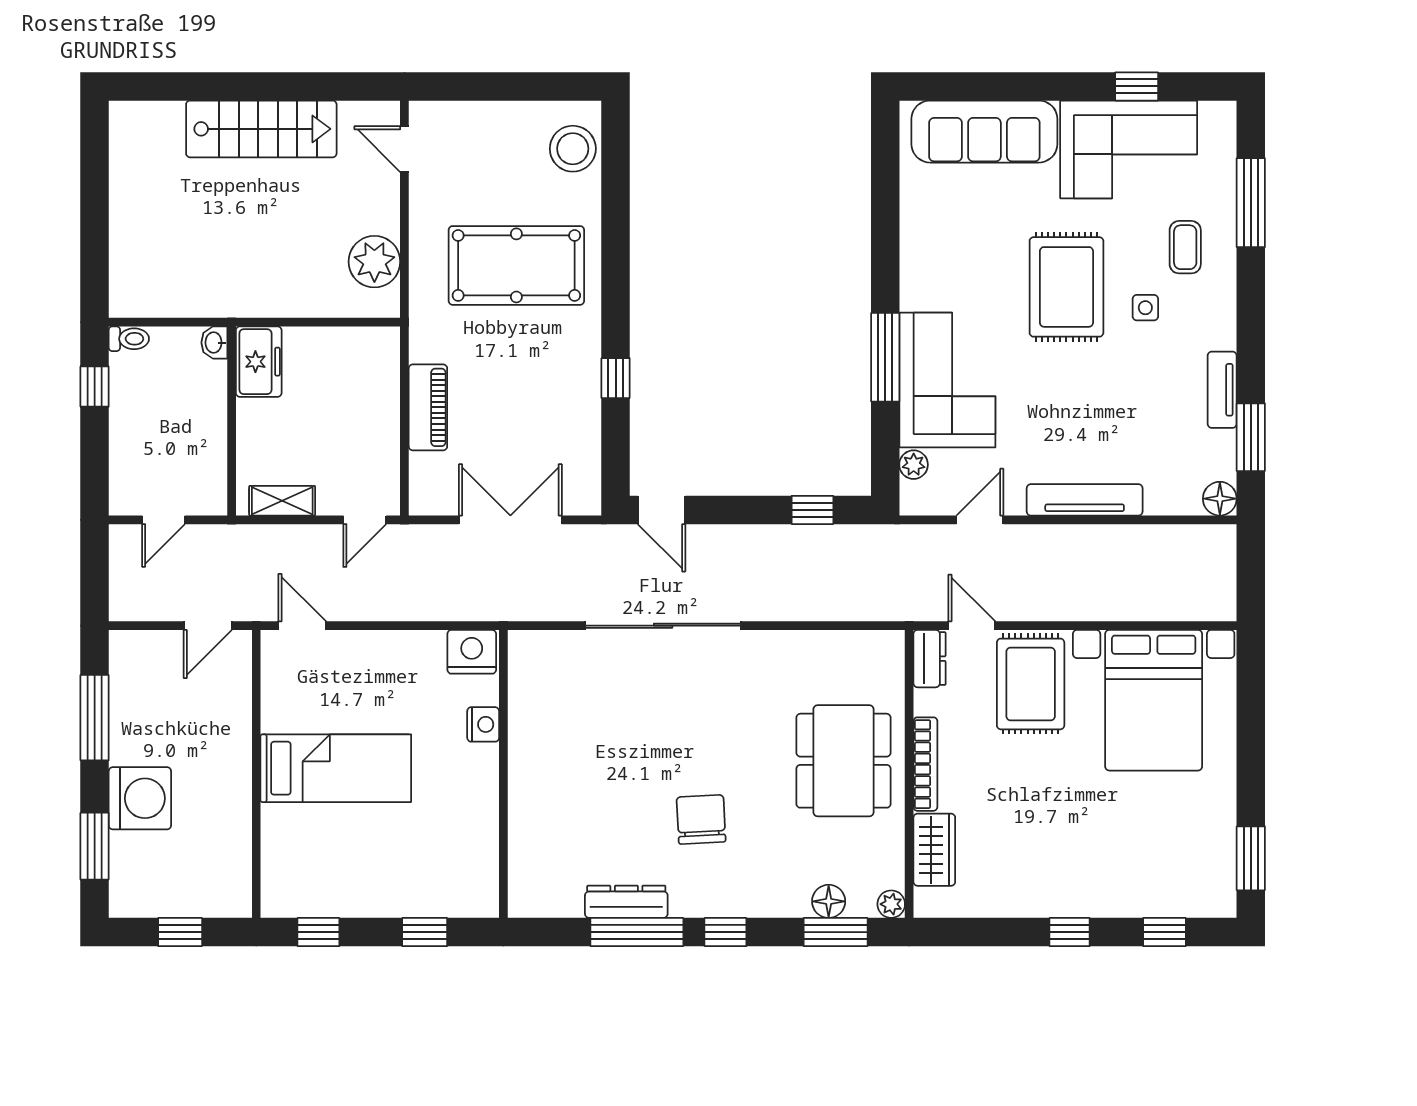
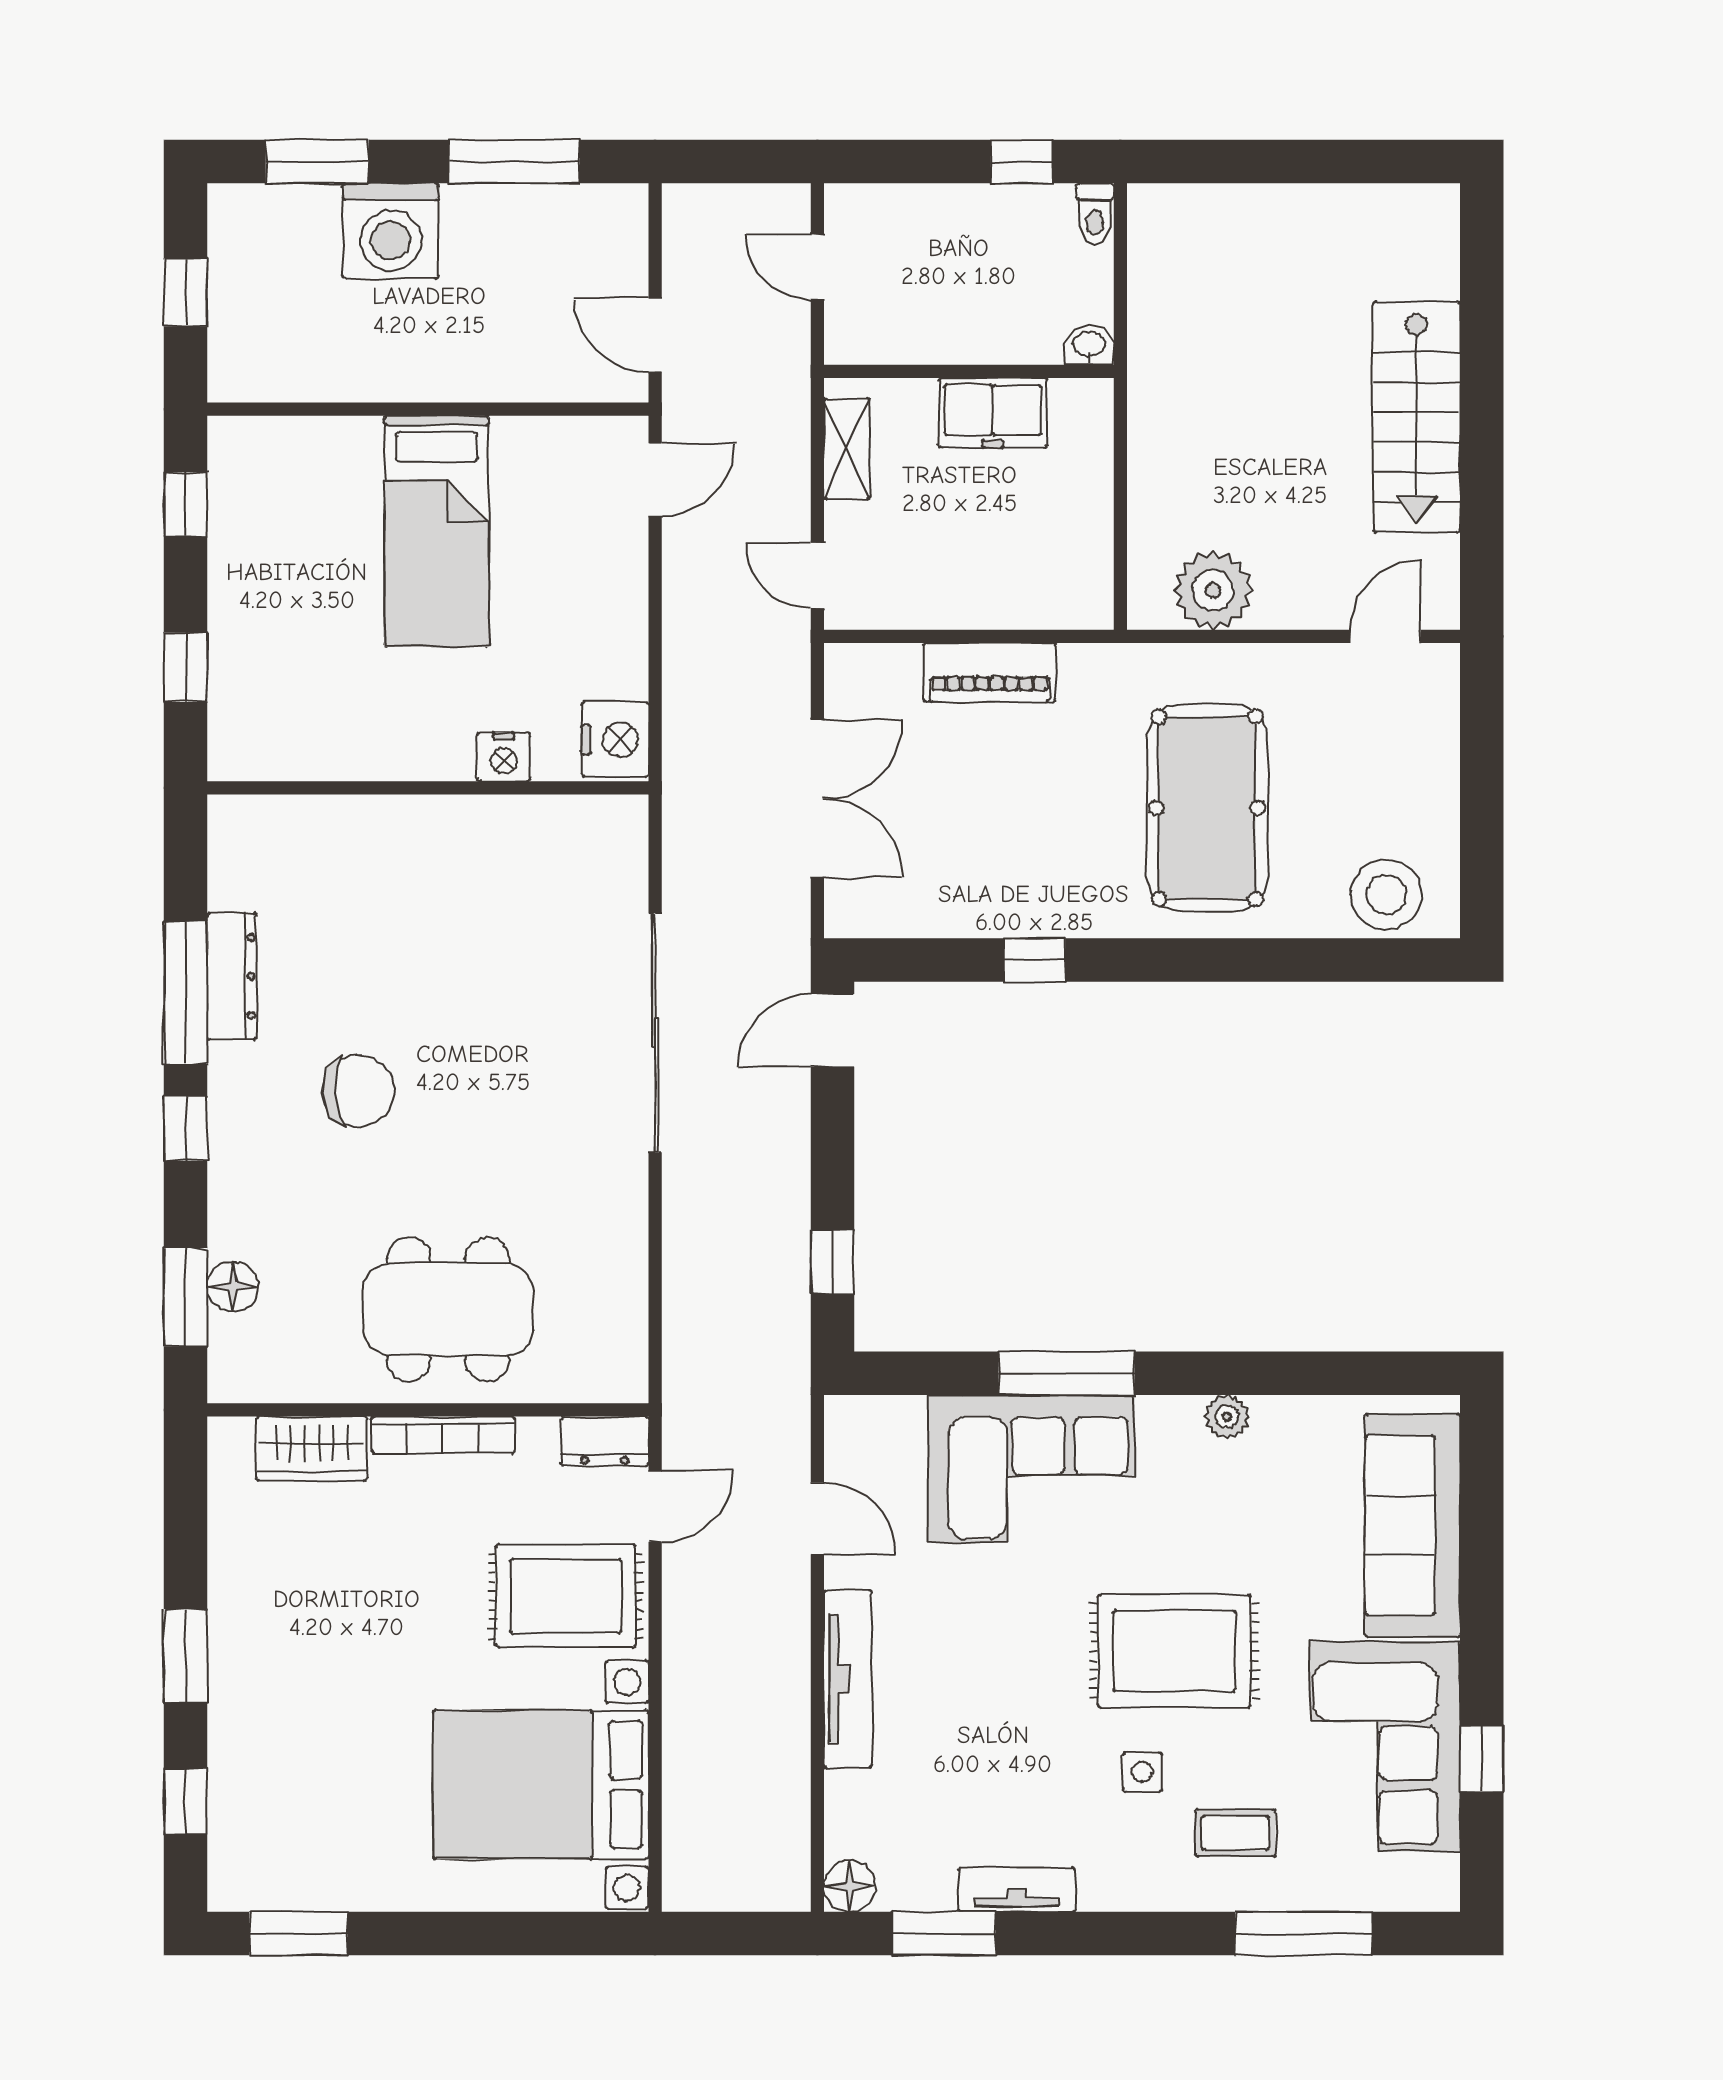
freezer: (259, 362) -> (993, 413), moved
plant: (914, 465) -> (1227, 1417), moved
plant: (891, 904) -> (228, 1382), removed
window: (1070, 932) -> (186, 1656), width x1.50

